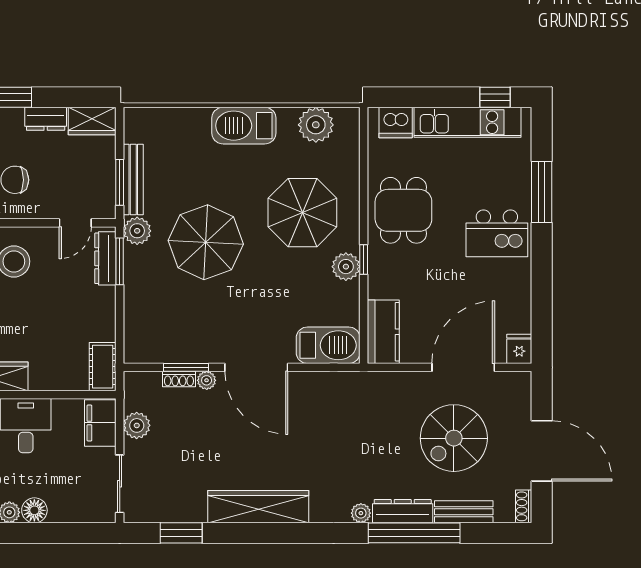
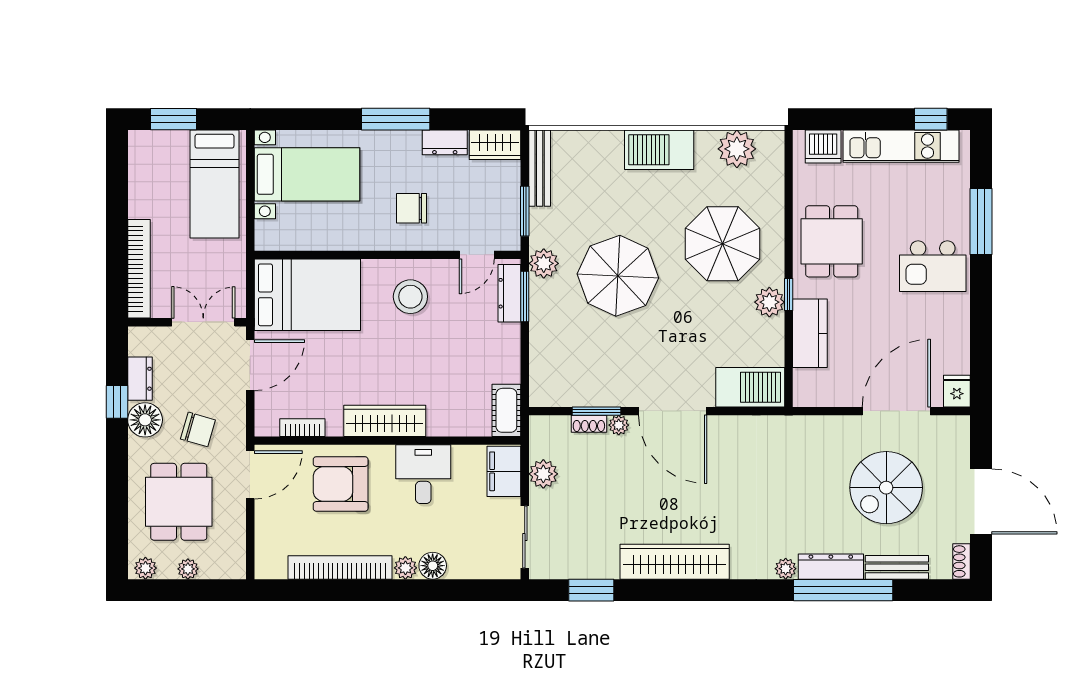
bench: (133, 180) -> (540, 168), moved
kitchen counter: (383, 332) -> (810, 333), moved

